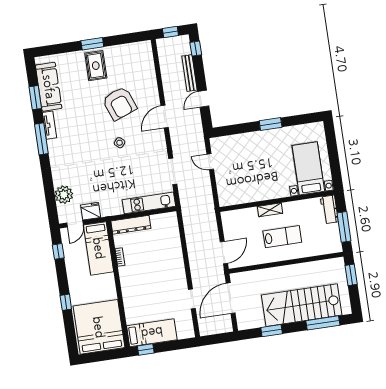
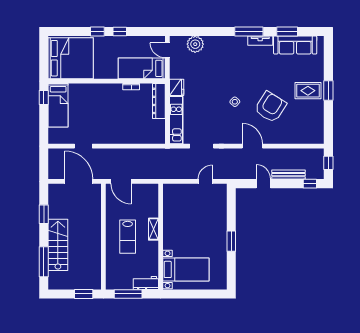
armchair: (120, 103) -> (270, 107), turned 143
fridge: (91, 211) -> (177, 87), moved
window: (58, 251) -> (120, 31), moved
stairs: (302, 305) -> (58, 245), width x0.73, depth x0.66

